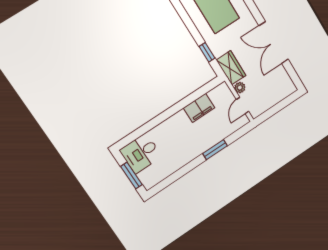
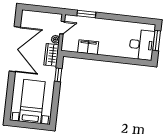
double door: (274, 43) -> (15, 49), width x1.36
window: (215, 150) -> (86, 14), moved
desk: (141, 153) -> (142, 45), width x1.37

